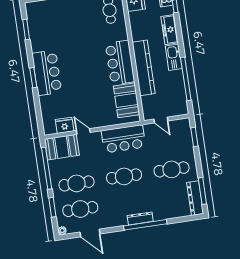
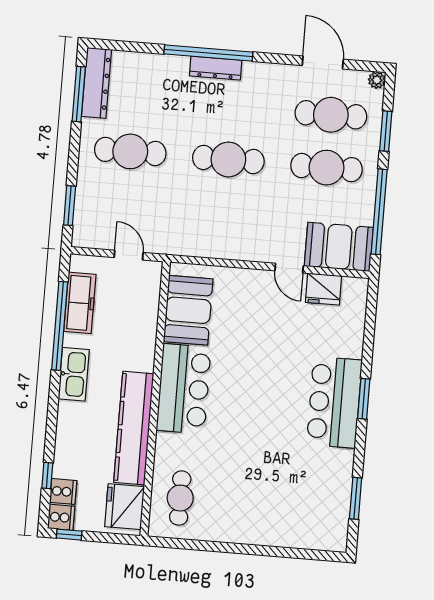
freezer: (170, 30) -> (80, 303), moved
kitchen counter: (144, 68) -> (134, 428), moved
bar counter: (123, 139) -> (212, 235), removed

